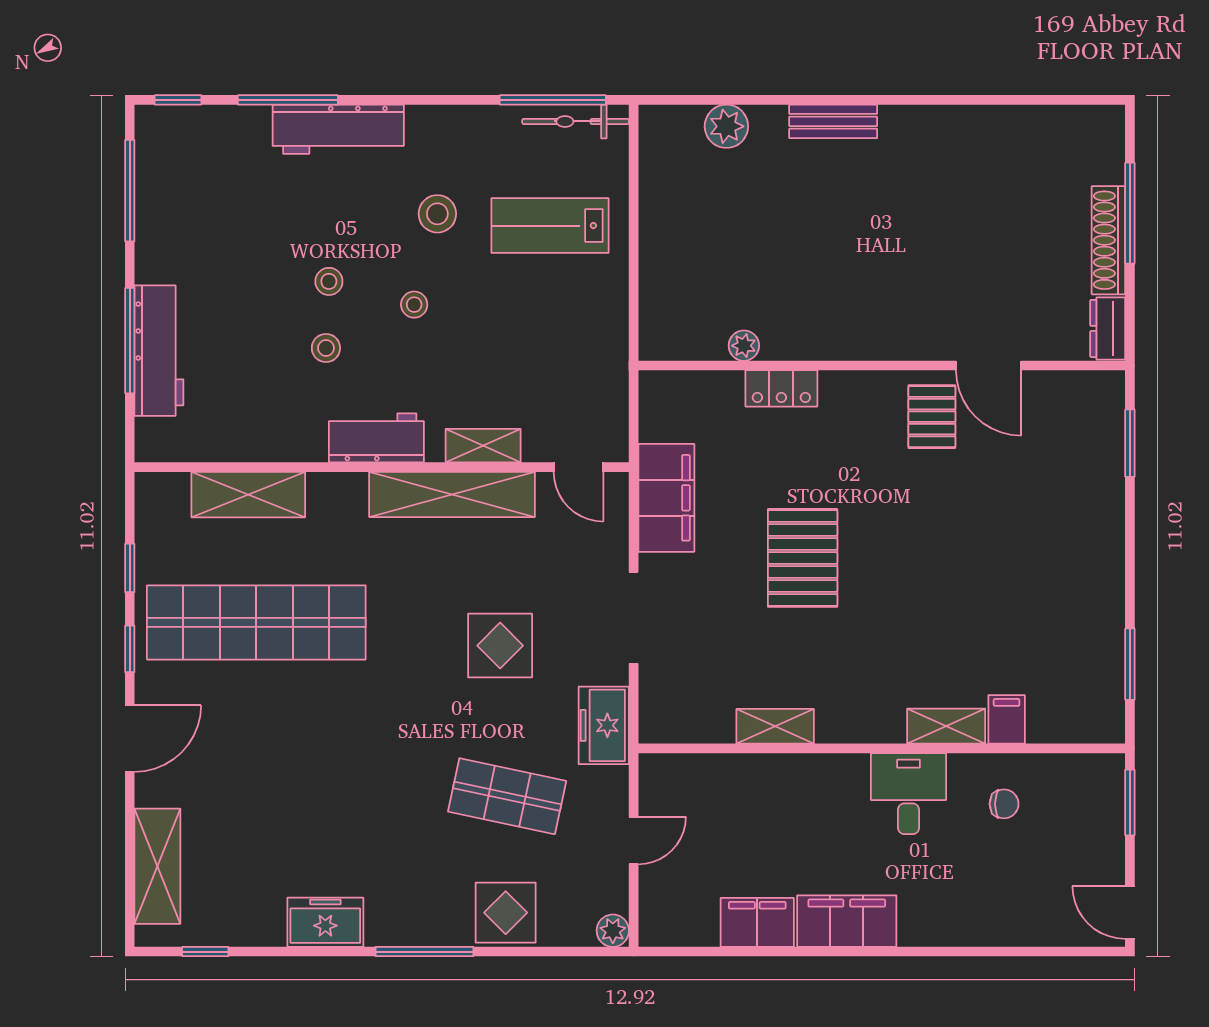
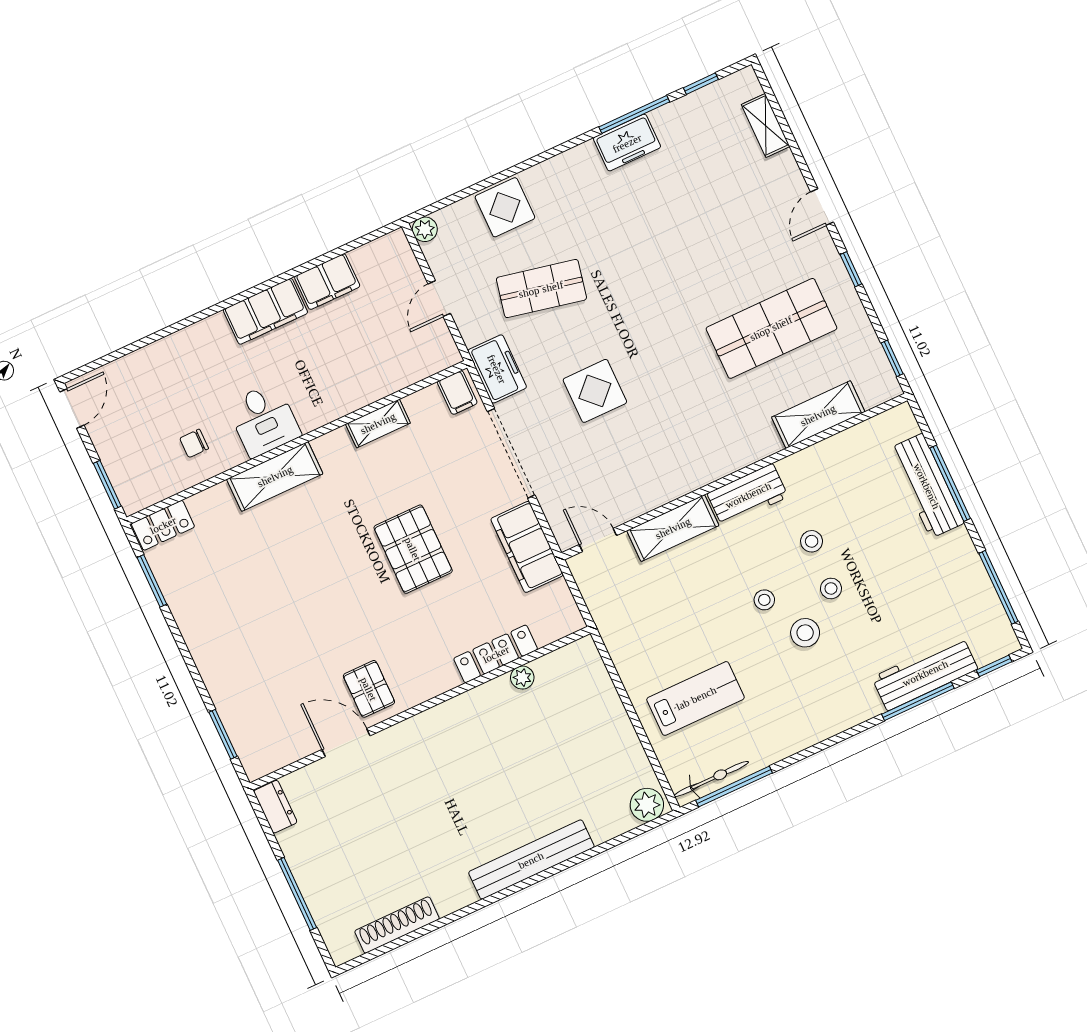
bench: (833, 121) -> (531, 860), width x1.86, depth x1.21
plant: (726, 126) -> (647, 805), moved
workbench: (338, 129) -> (925, 673), moved
stool: (437, 214) -> (805, 633), moved
shoe rack: (1108, 240) -> (397, 925), moved, turned -90
locker: (781, 388) -> (496, 654), width x1.53
shelving: (483, 446) -> (673, 528), width x1.50, depth x1.33
shelving: (452, 494) -> (677, 480), removed
window: (130, 568) -> (892, 358), moved
doorway: (634, 618) -> (511, 453), width x1.36
shop shelf: (256, 622) -> (771, 328), width x0.71
filing cabinet: (1007, 719) -> (457, 392), moved
locker: (1086, 724) -> (163, 525), added
shelving: (946, 726) -> (275, 476), width x1.50, depth x1.33
door: (130, 738) -> (822, 207), width x0.73
shelving: (157, 866) -> (766, 125), width x0.67, depth x0.75
door: (1130, 912) -> (72, 409), hinge flipped
window: (424, 952) -> (634, 114), moved

